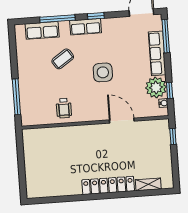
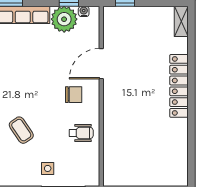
side table: (103, 72) -> (48, 168), moved, width x0.54, depth x0.54
chair: (95, 100) -> (74, 95), added
shelving: (148, 184) -> (181, 21), moved

